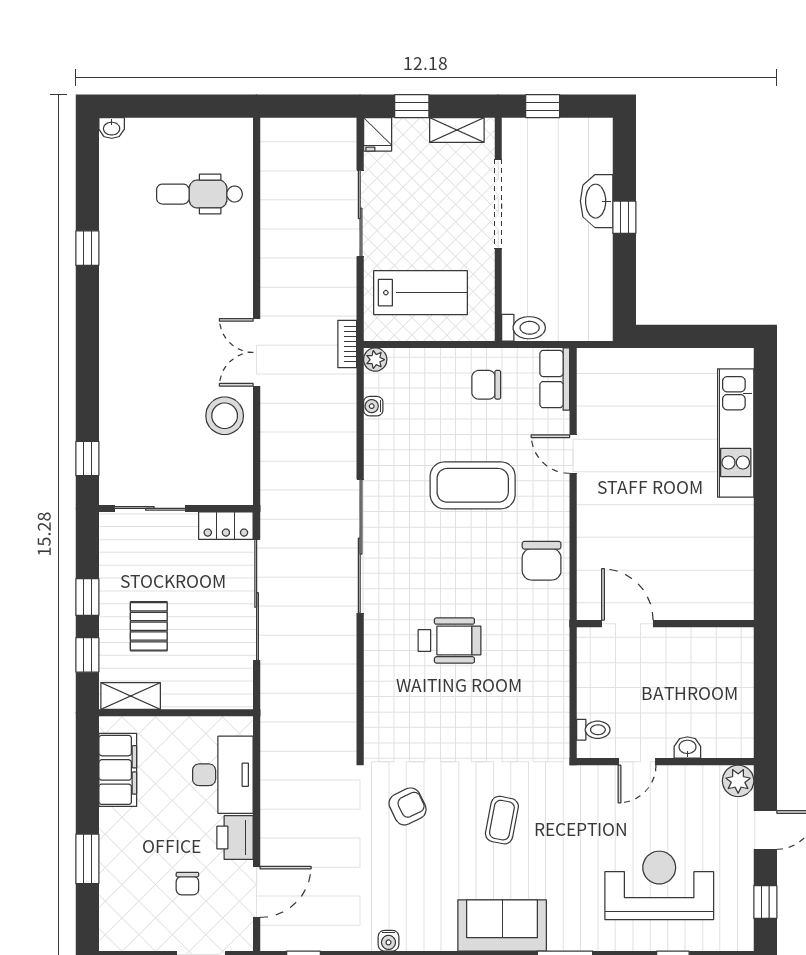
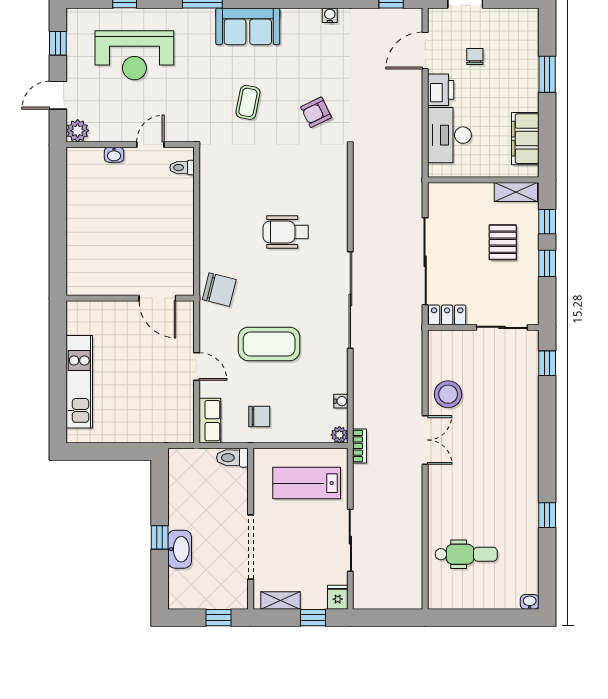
chair: (542, 561) -> (219, 290), turned 104
door: (627, 624) -> (157, 298), moved
wall: (665, 624) -> (130, 298), moved

